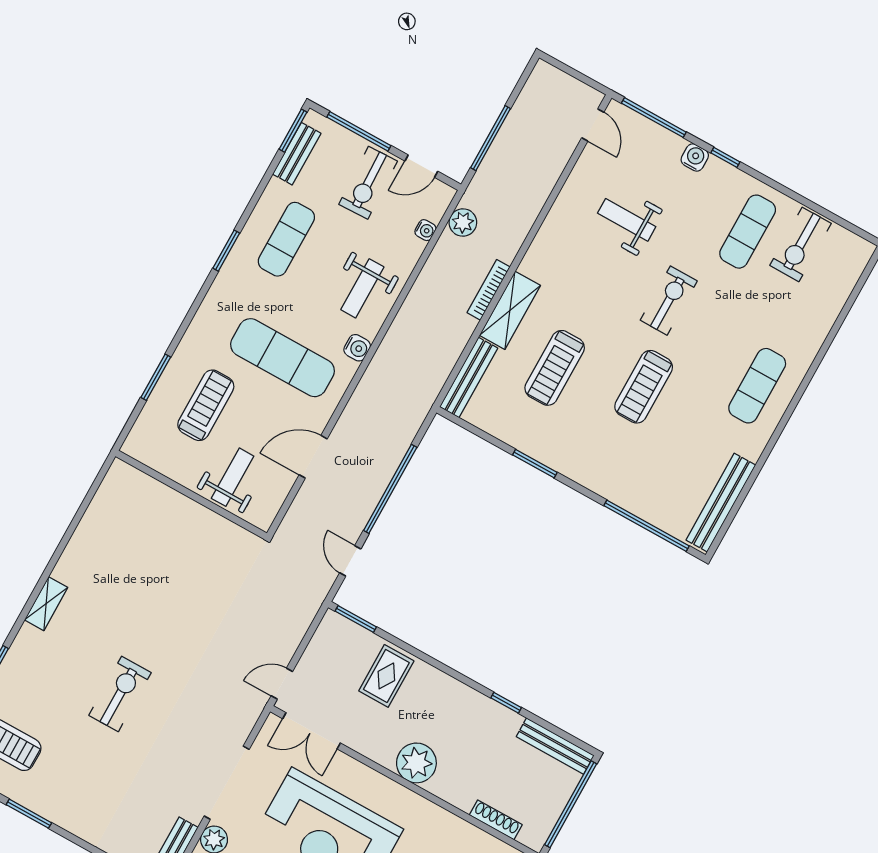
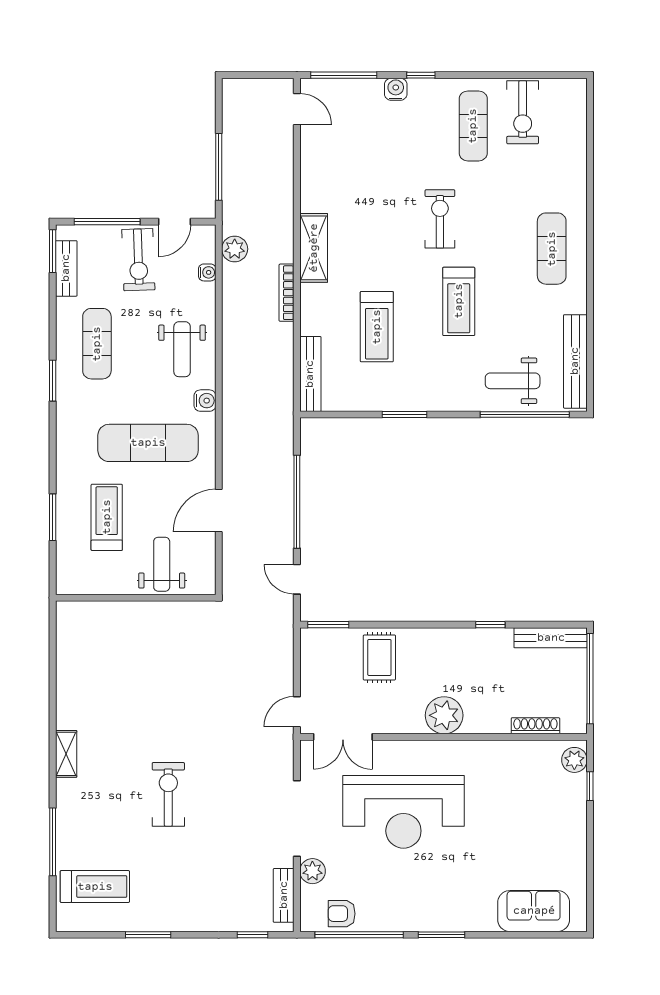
weight bench: (627, 220) -> (513, 381), moved
shelving: (510, 310) -> (314, 248), moved

